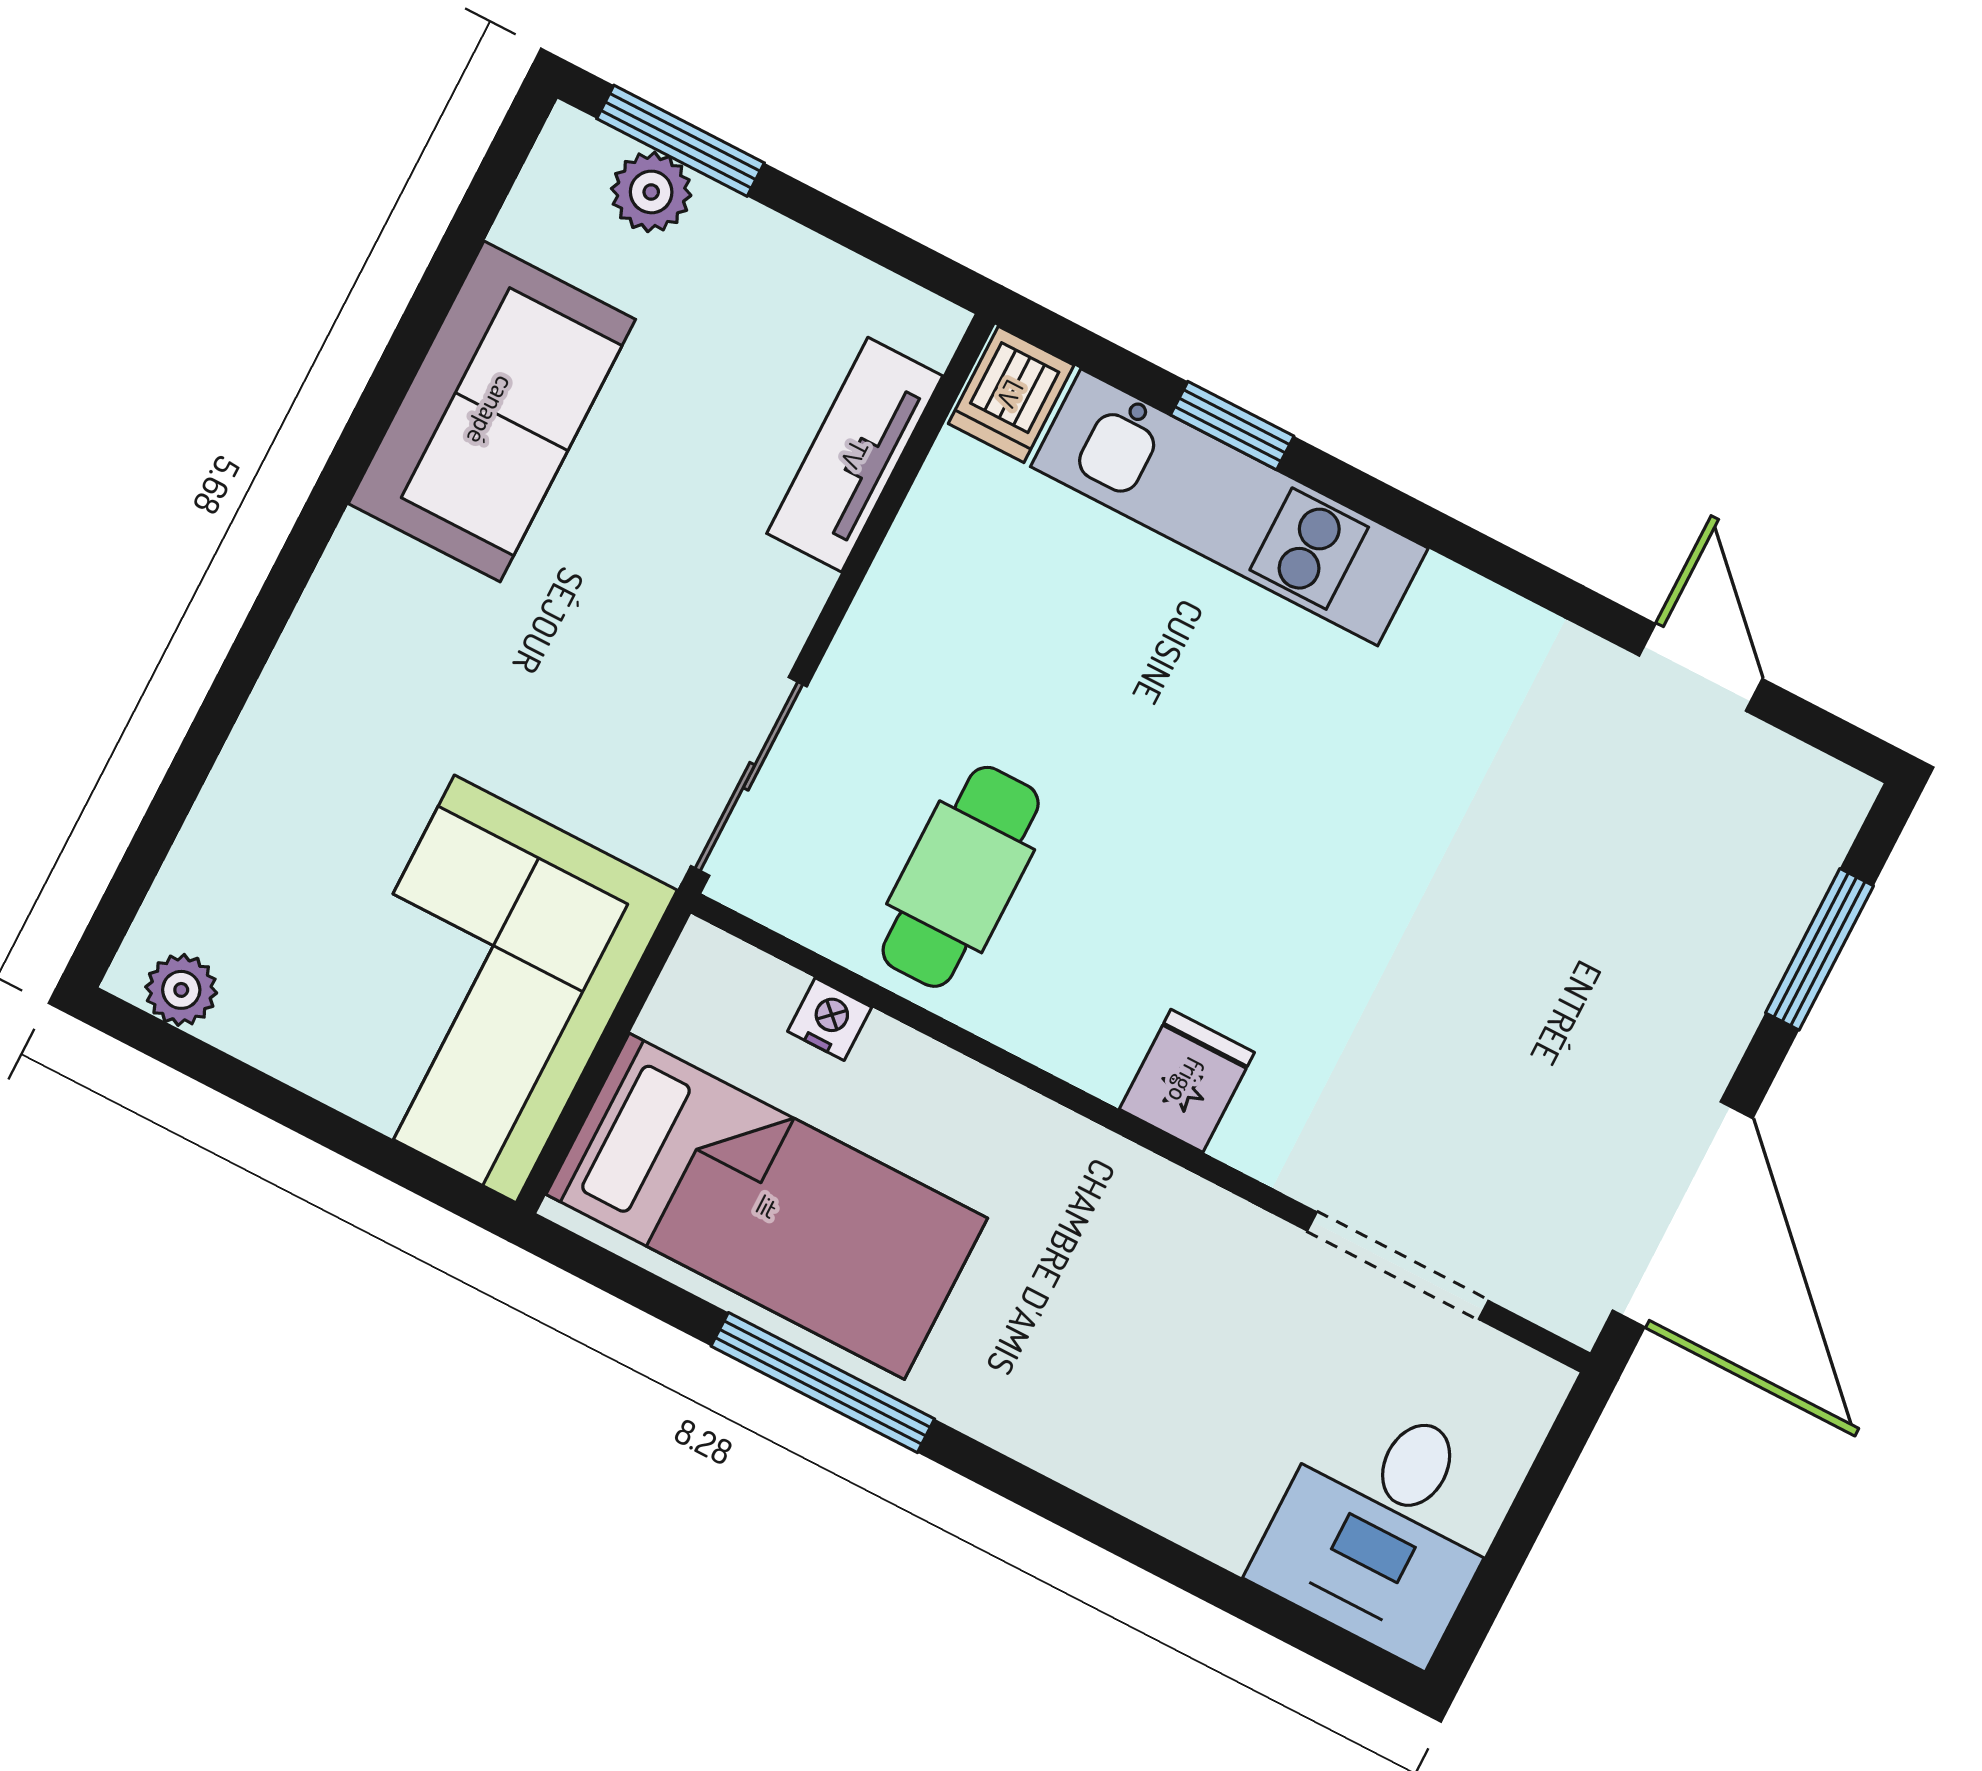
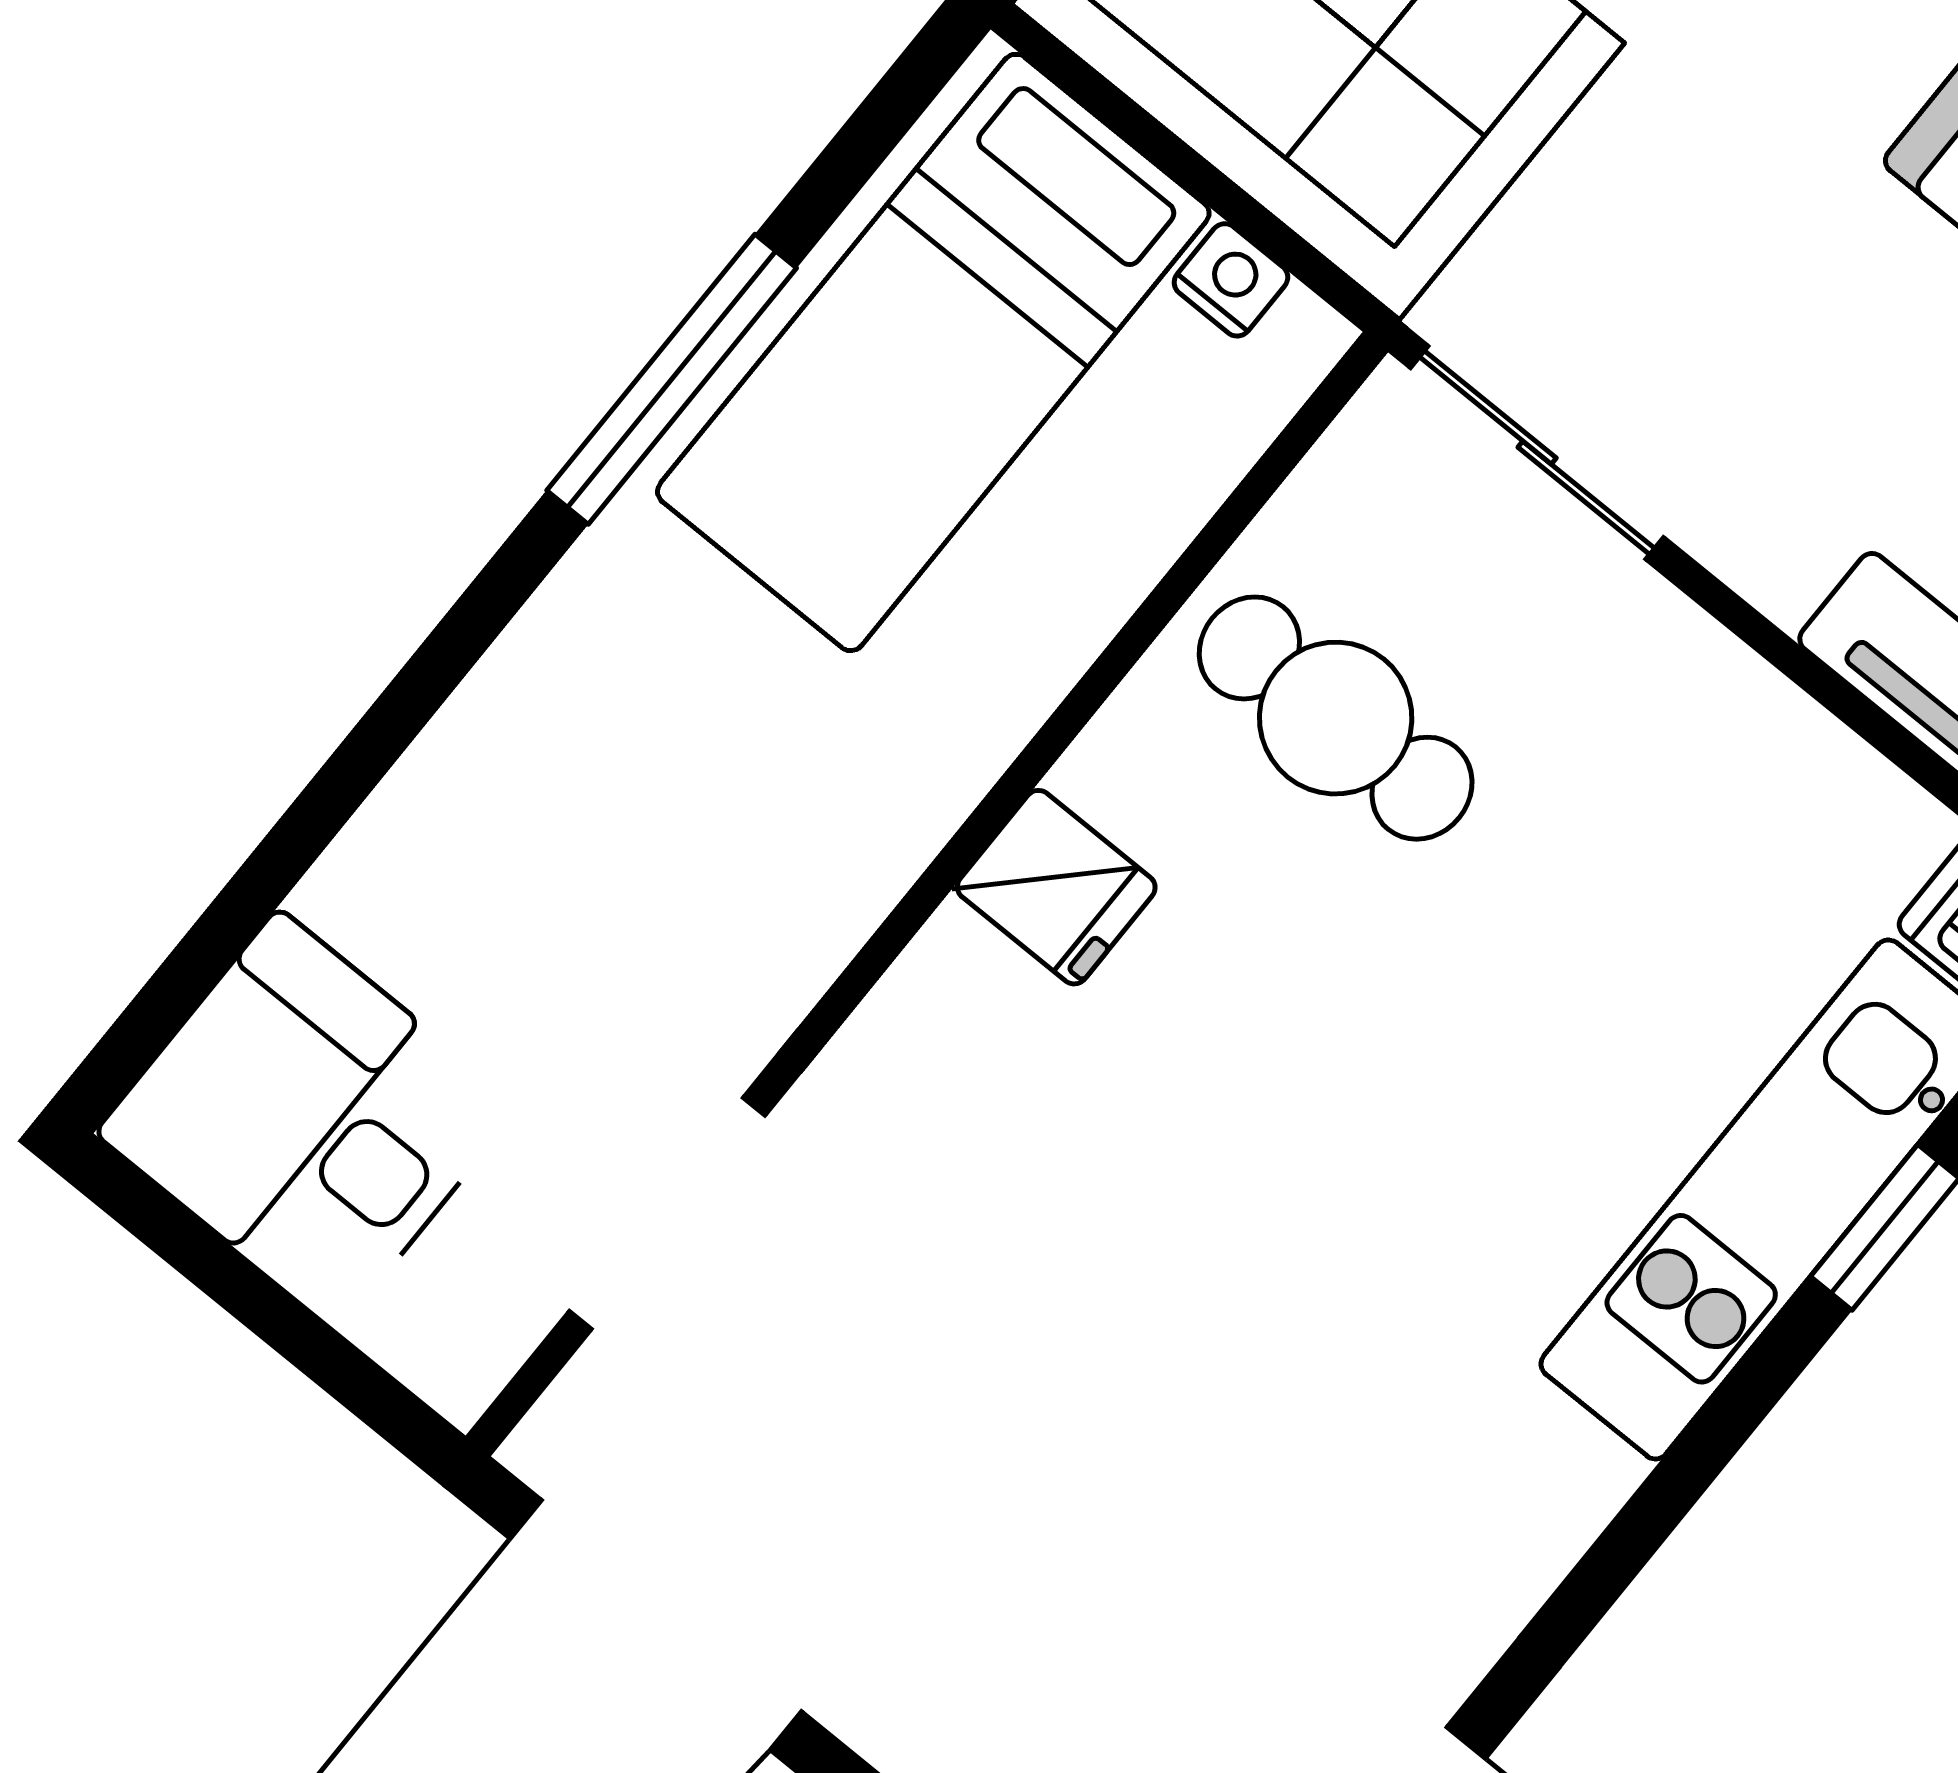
nightstand: (830, 1019) -> (1231, 280), moved, turned -90
fridge: (1187, 1081) -> (1056, 887), moved

